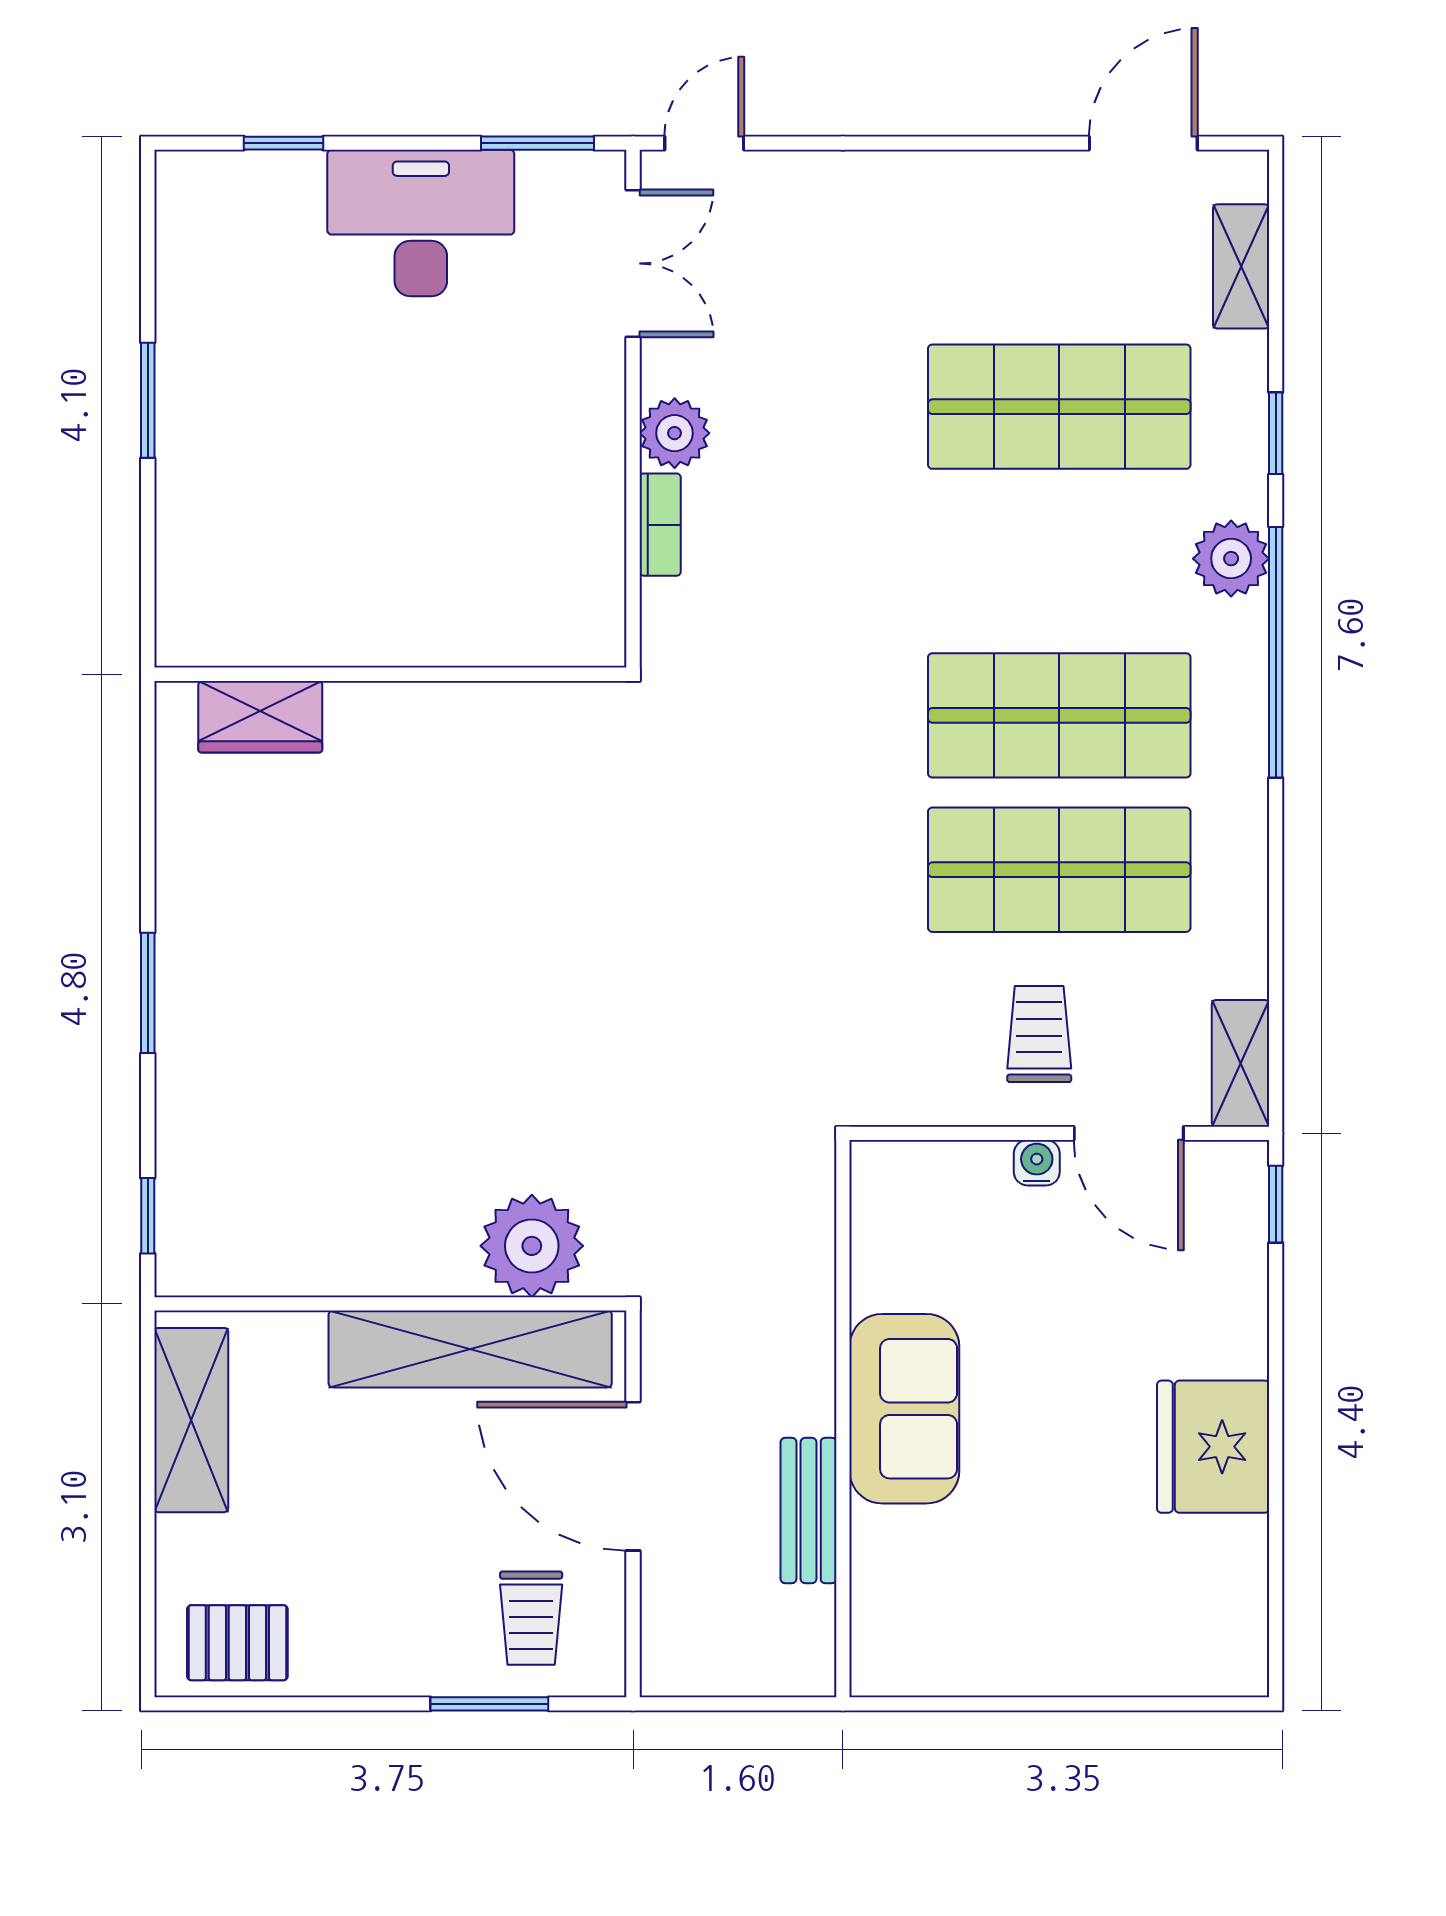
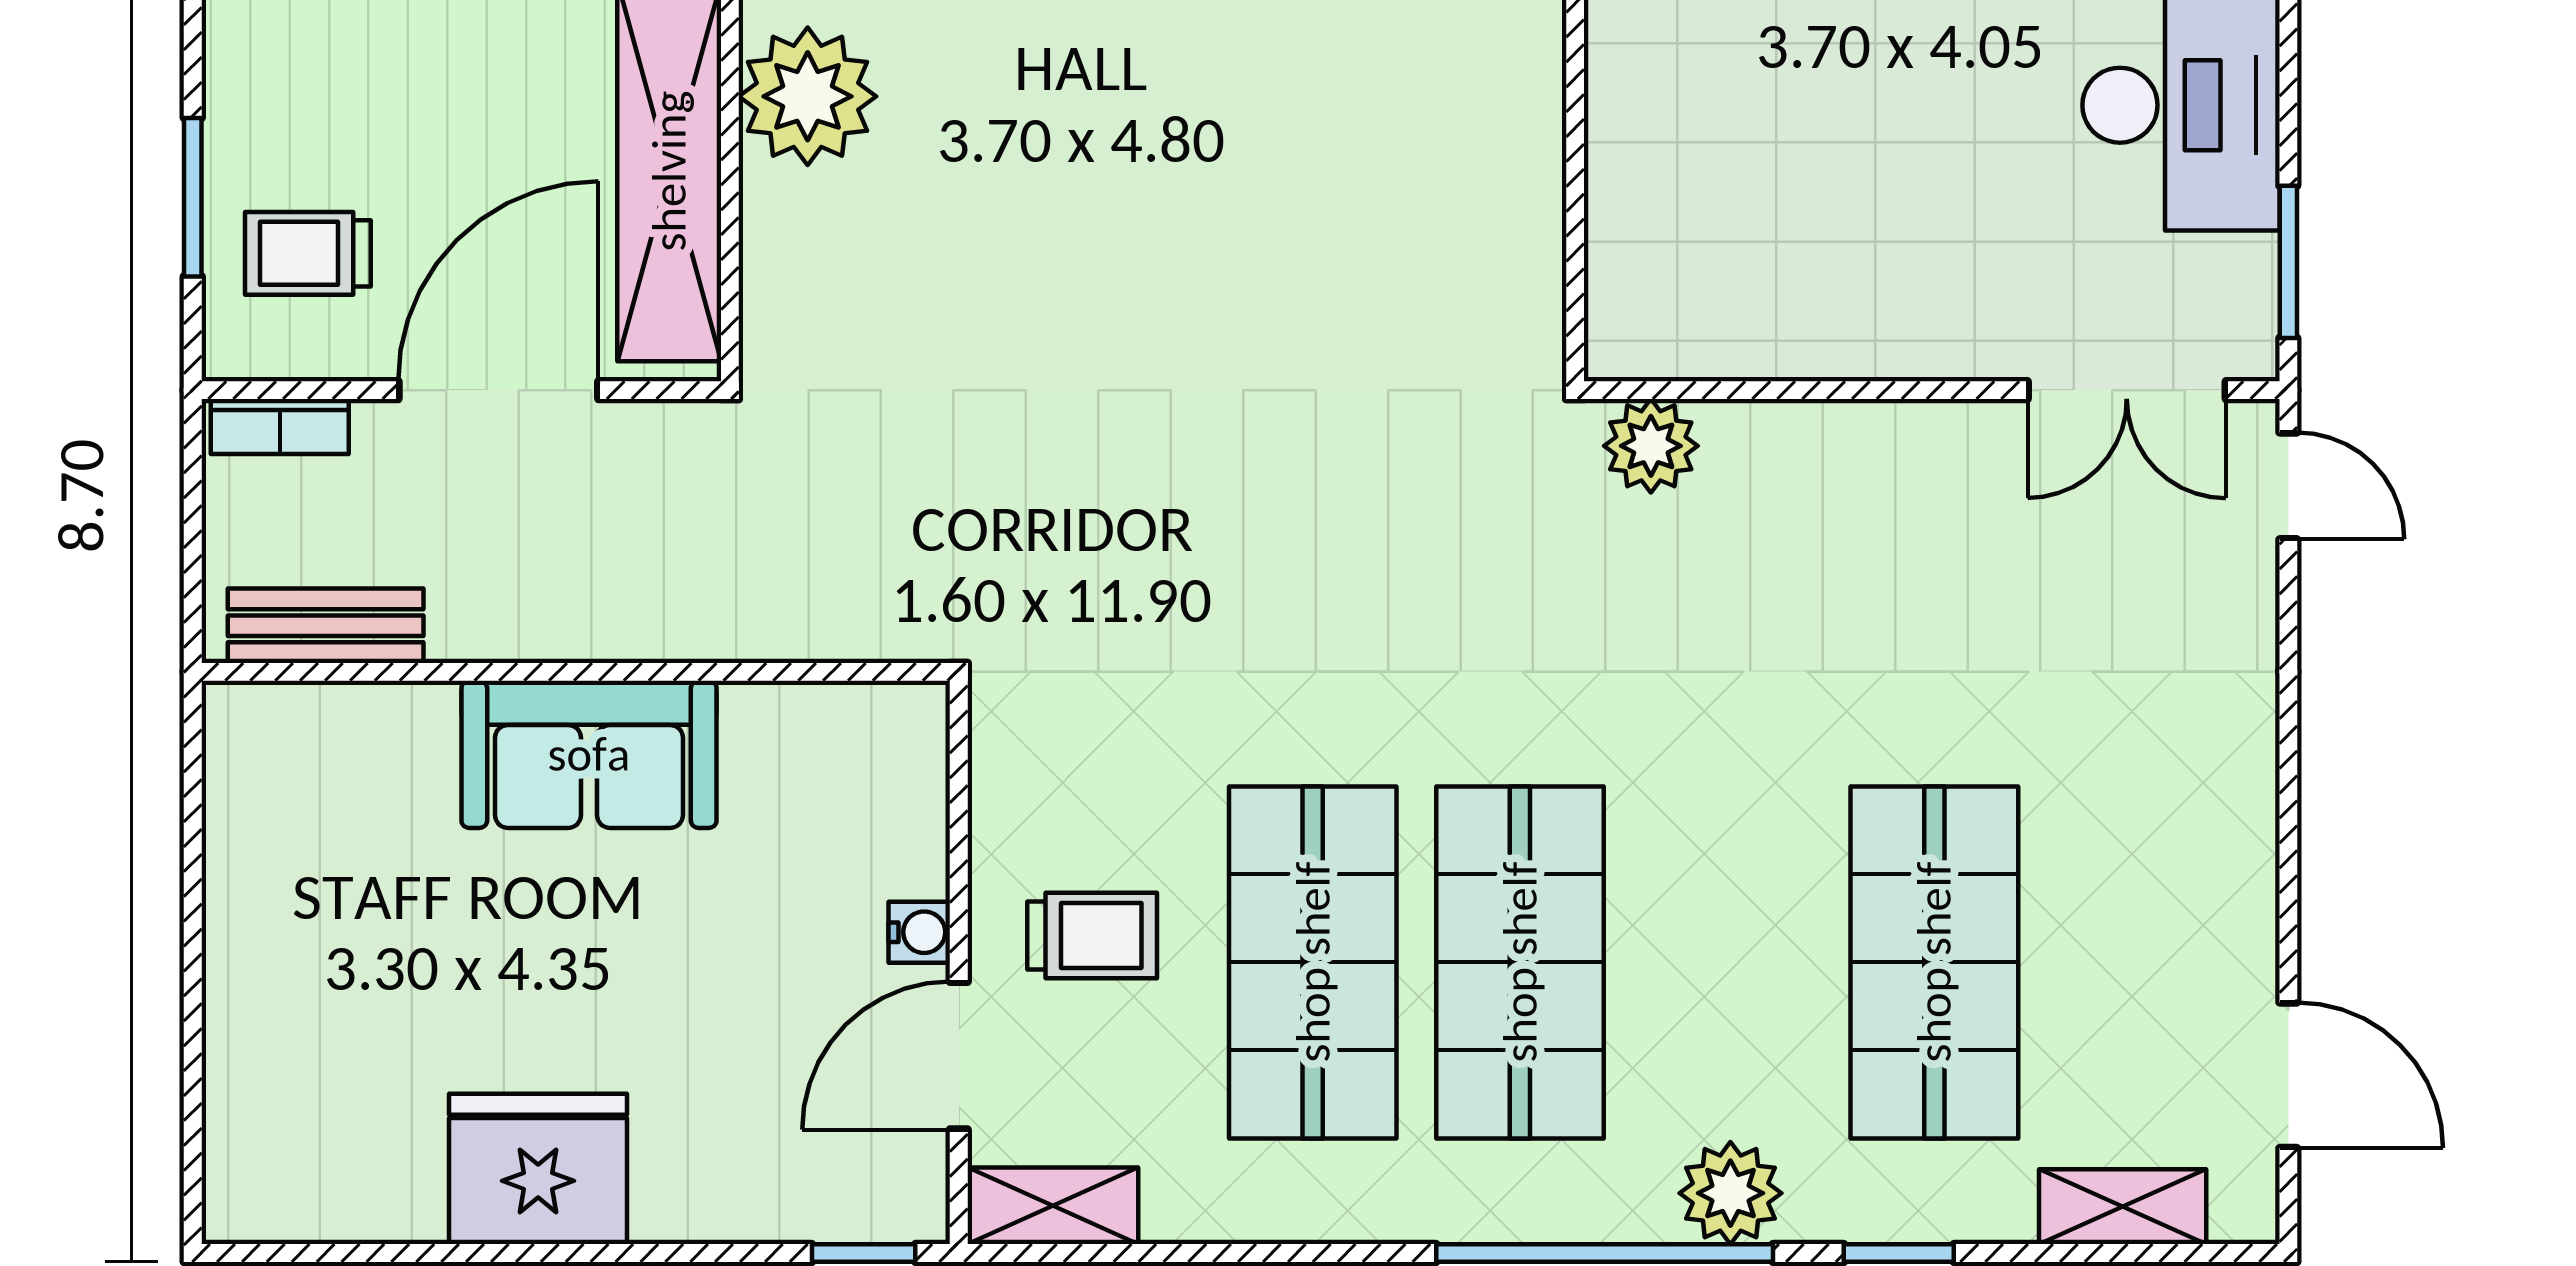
plant: (675, 433) -> (1651, 446), moved
bookcase: (660, 525) -> (280, 426), moved
plant: (532, 1246) -> (808, 96), moved
bench: (809, 1511) -> (326, 626), moved

